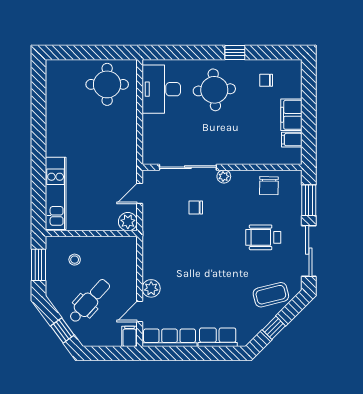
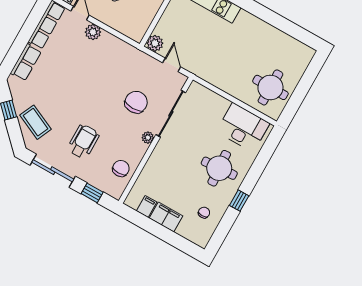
chair: (269, 186) -> (121, 168), turned 89
window: (309, 200) -> (92, 193), width x0.67
chair: (196, 207) -> (136, 102), width x1.87, depth x1.87
coffee table: (271, 295) -> (36, 122), turned -51

